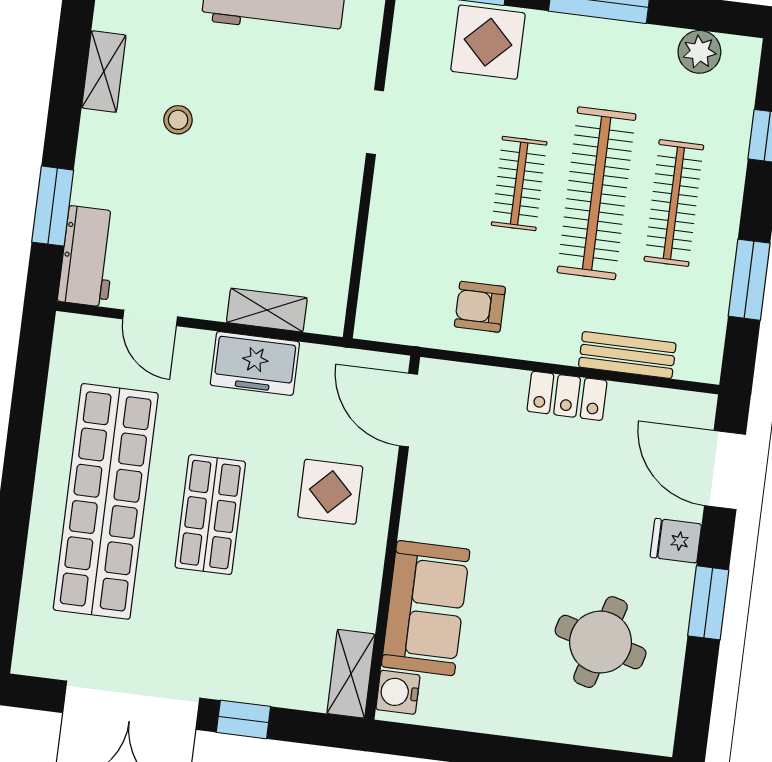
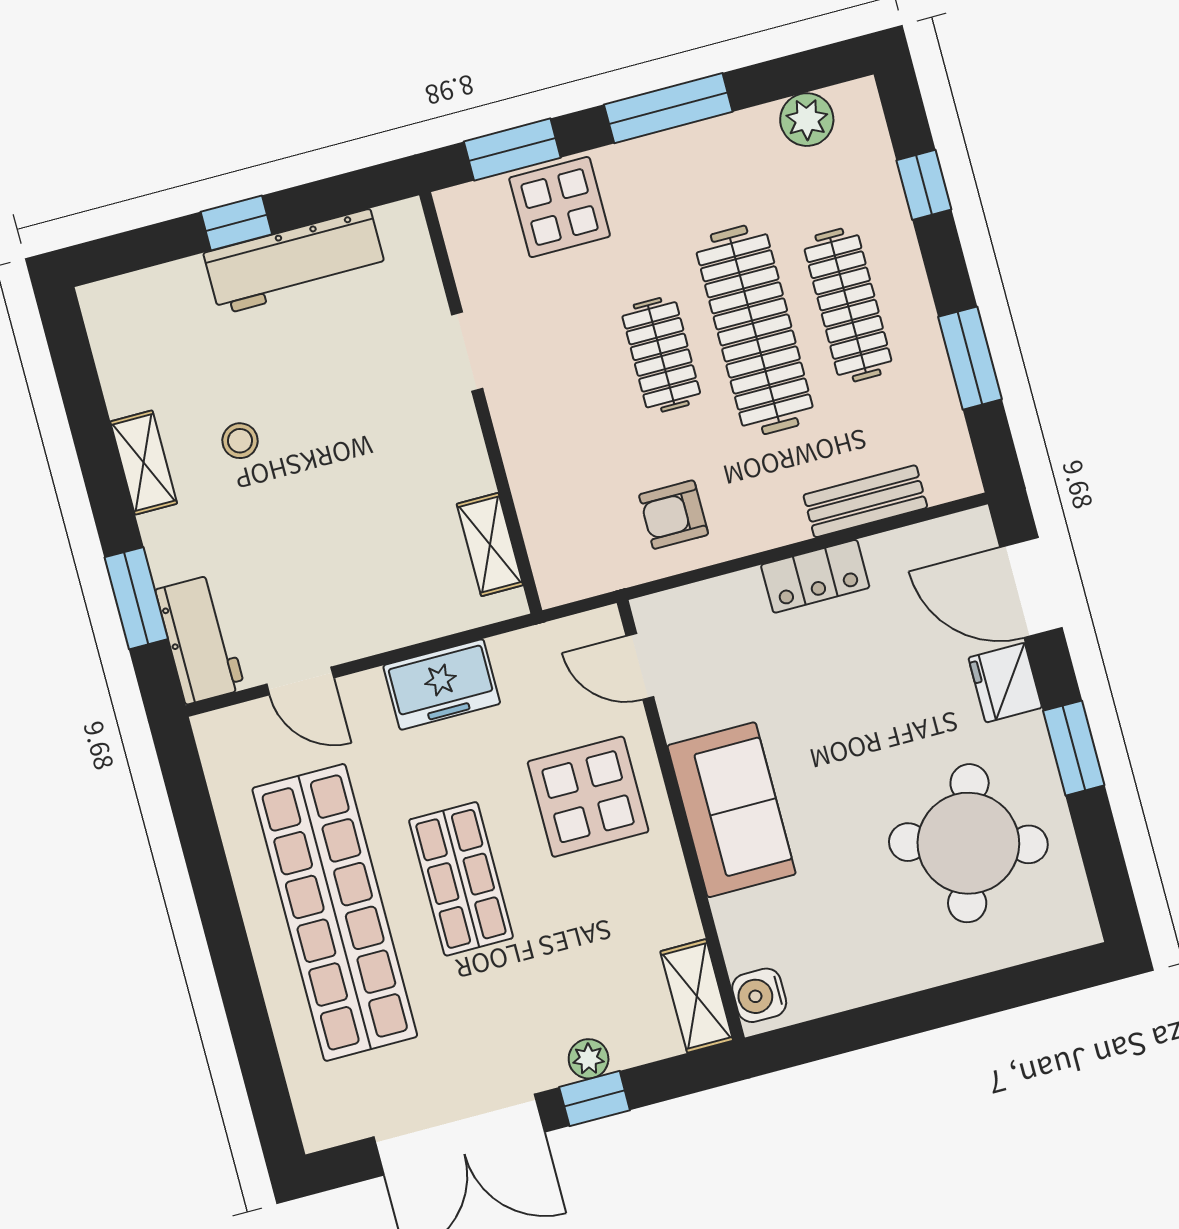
shelving: (104, 72) -> (144, 463), moved
shelving: (267, 310) -> (490, 545), moved, turned 90
door: (409, 410) -> (640, 666), width x0.73
display table: (330, 492) -> (588, 797), width x1.36, depth x1.36
fridge: (676, 541) -> (1005, 683), width x1.38
sofa: (426, 608) -> (732, 810), moved
round table: (601, 642) -> (968, 843), width x1.36, depth x1.36
plant: (251, 688) -> (589, 1059), added

